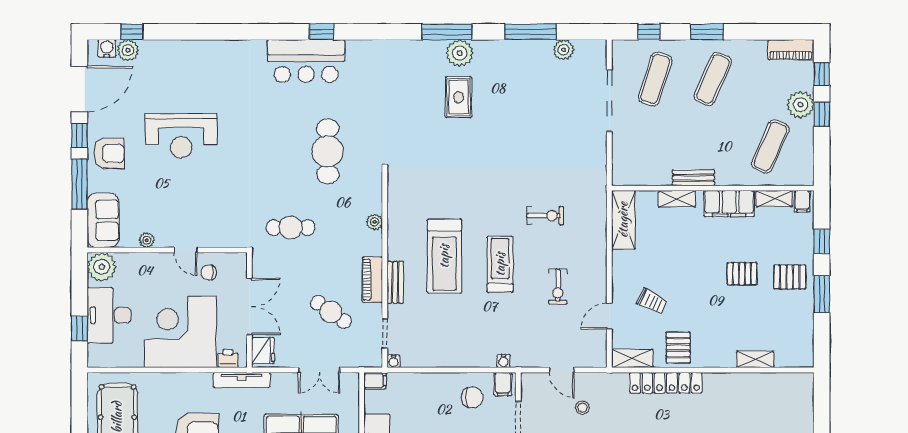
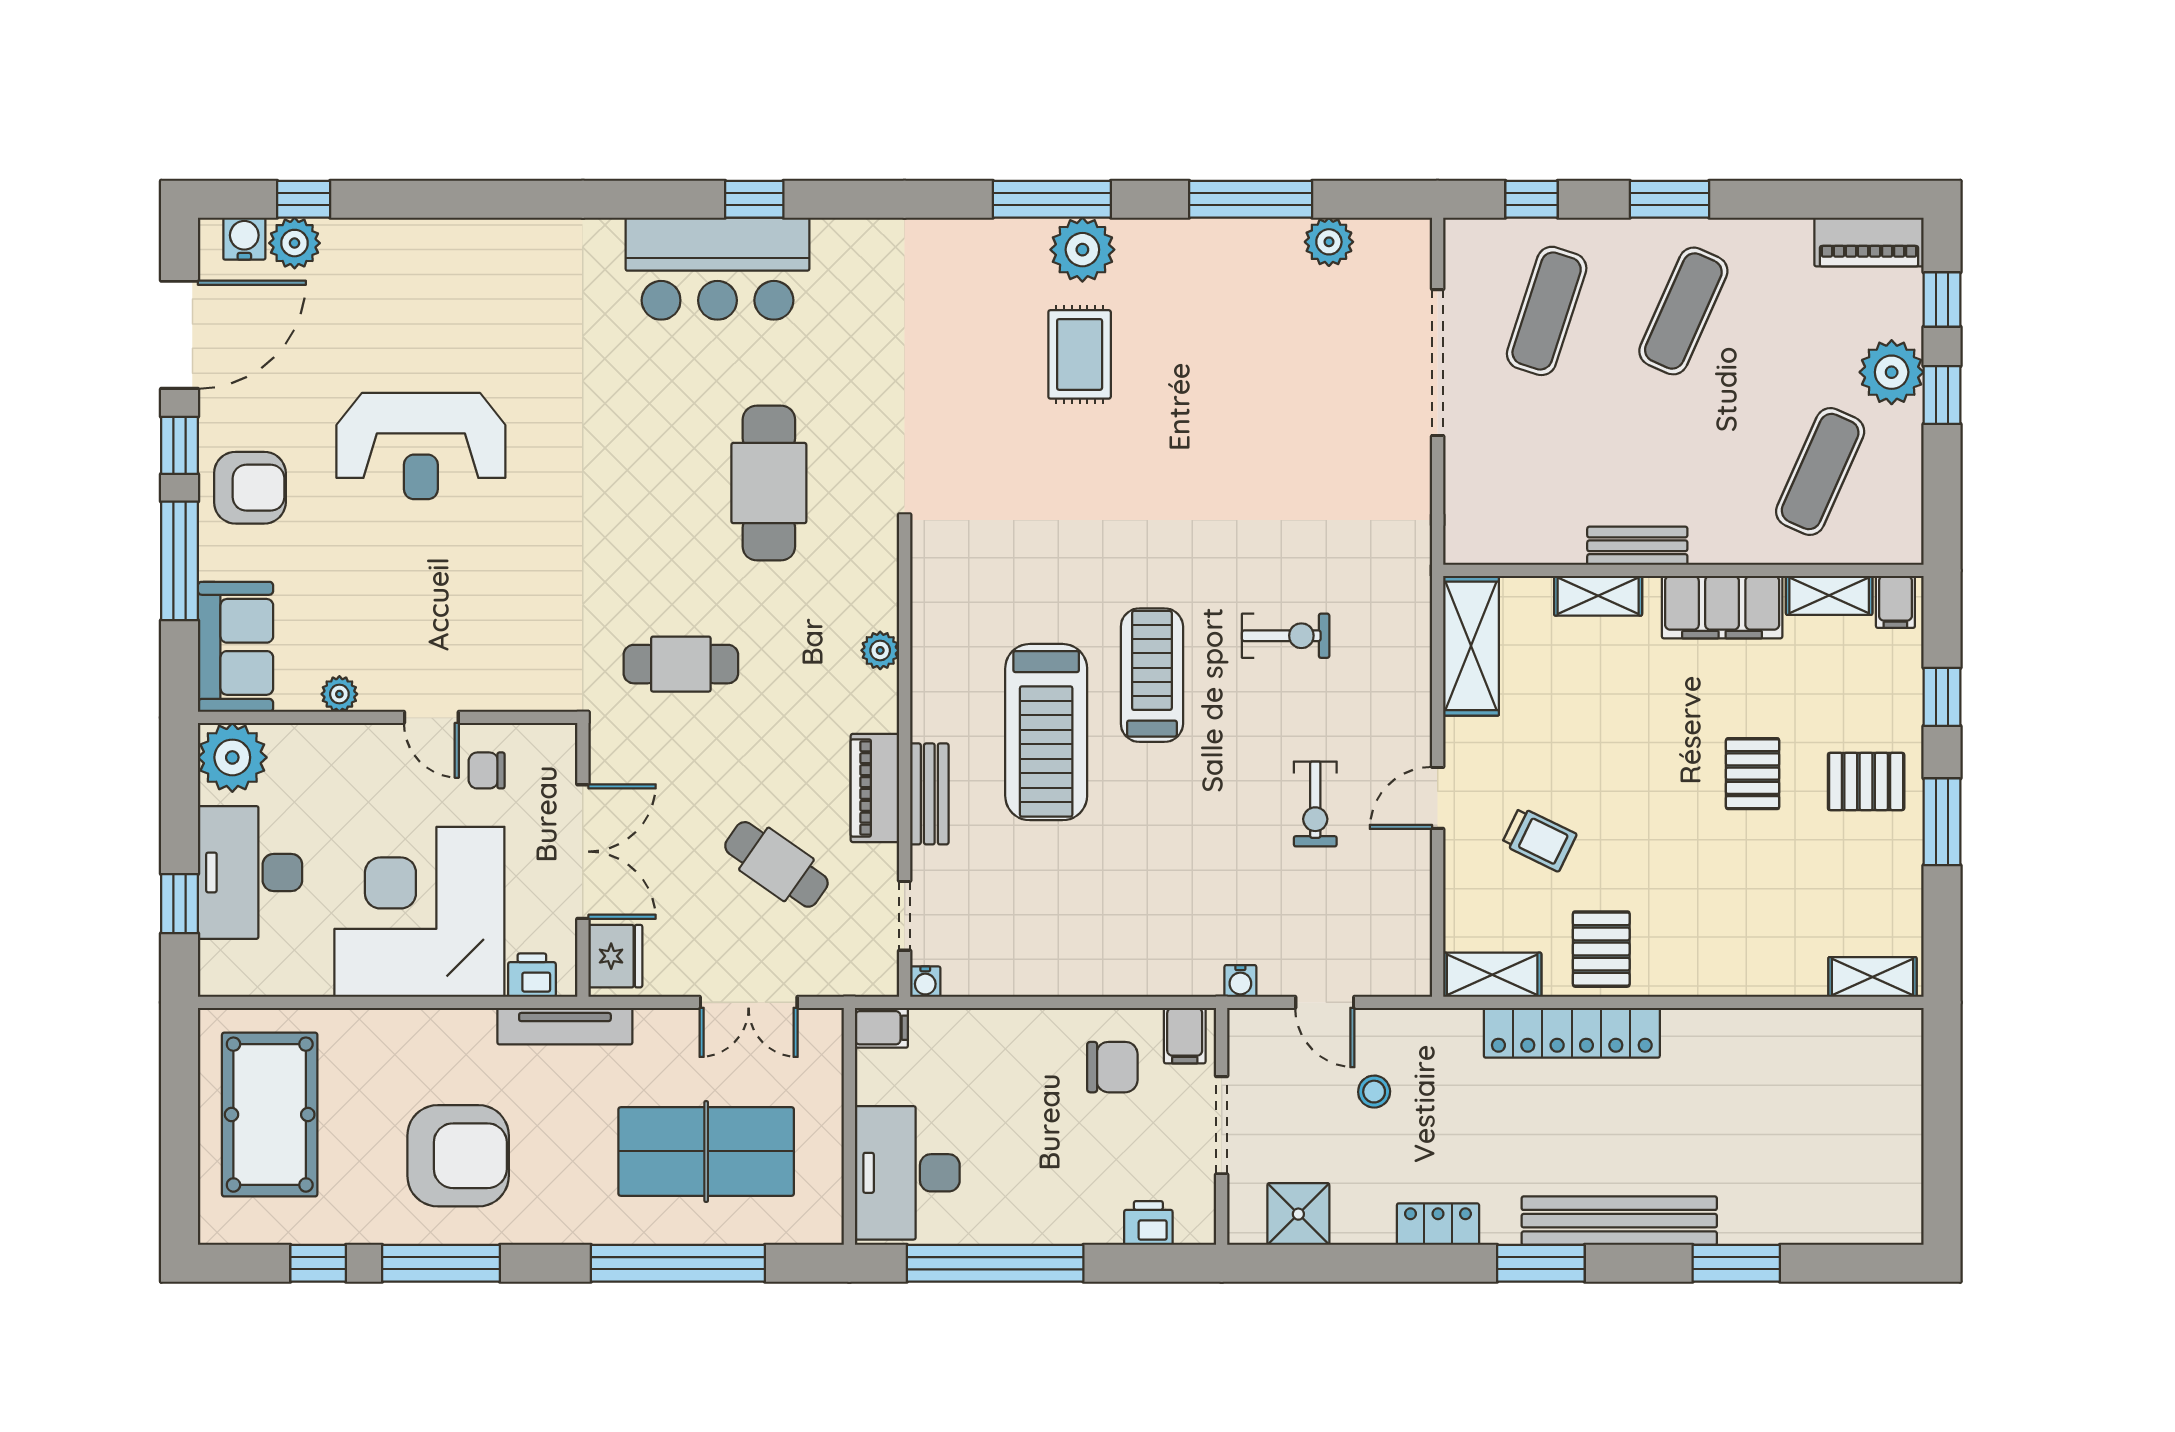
treadmill: (500, 264) -> (1152, 675), moved
pallet: (742, 274) -> (1753, 774), turned 90
door: (609, 316) -> (1438, 798), moved
shelving: (755, 359) -> (1872, 977), moved
water cooler: (504, 361) -> (1240, 981), moved

